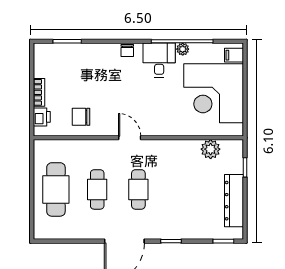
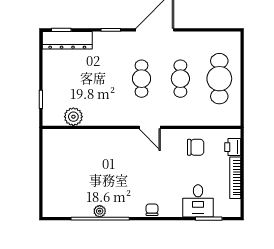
filing cabinet: (234, 55) -> (51, 205), removed
desk: (159, 60) -> (198, 201), moved
bookcase: (39, 92) -> (235, 178), width x1.56
corner desk: (214, 93) -> (70, 169), removed
dresser: (234, 201) -> (67, 40), moved, turned 90

